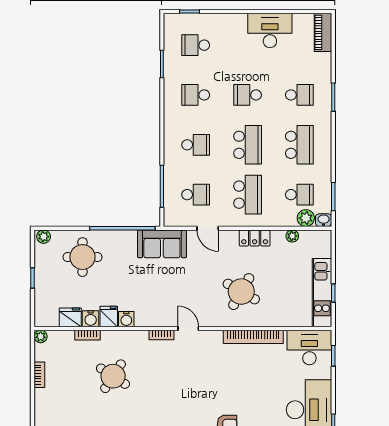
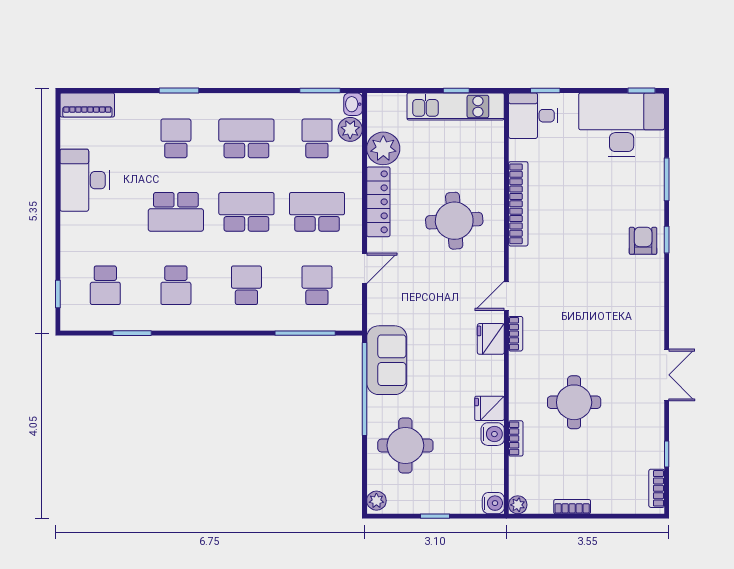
school desk: (248, 95) -> (176, 212), width x1.85
plant: (292, 236) -> (383, 148), width x1.88, depth x1.88
locker: (255, 238) -> (378, 202), width x1.53
sofa: (162, 244) -> (387, 360), moved
round table: (241, 292) -> (454, 221), turned -34
fridge: (70, 317) -> (491, 339), moved
water cooler: (126, 319) -> (493, 503), moved
desk: (309, 347) -> (533, 116), width x0.73
round table: (113, 376) -> (574, 402), turned -33

